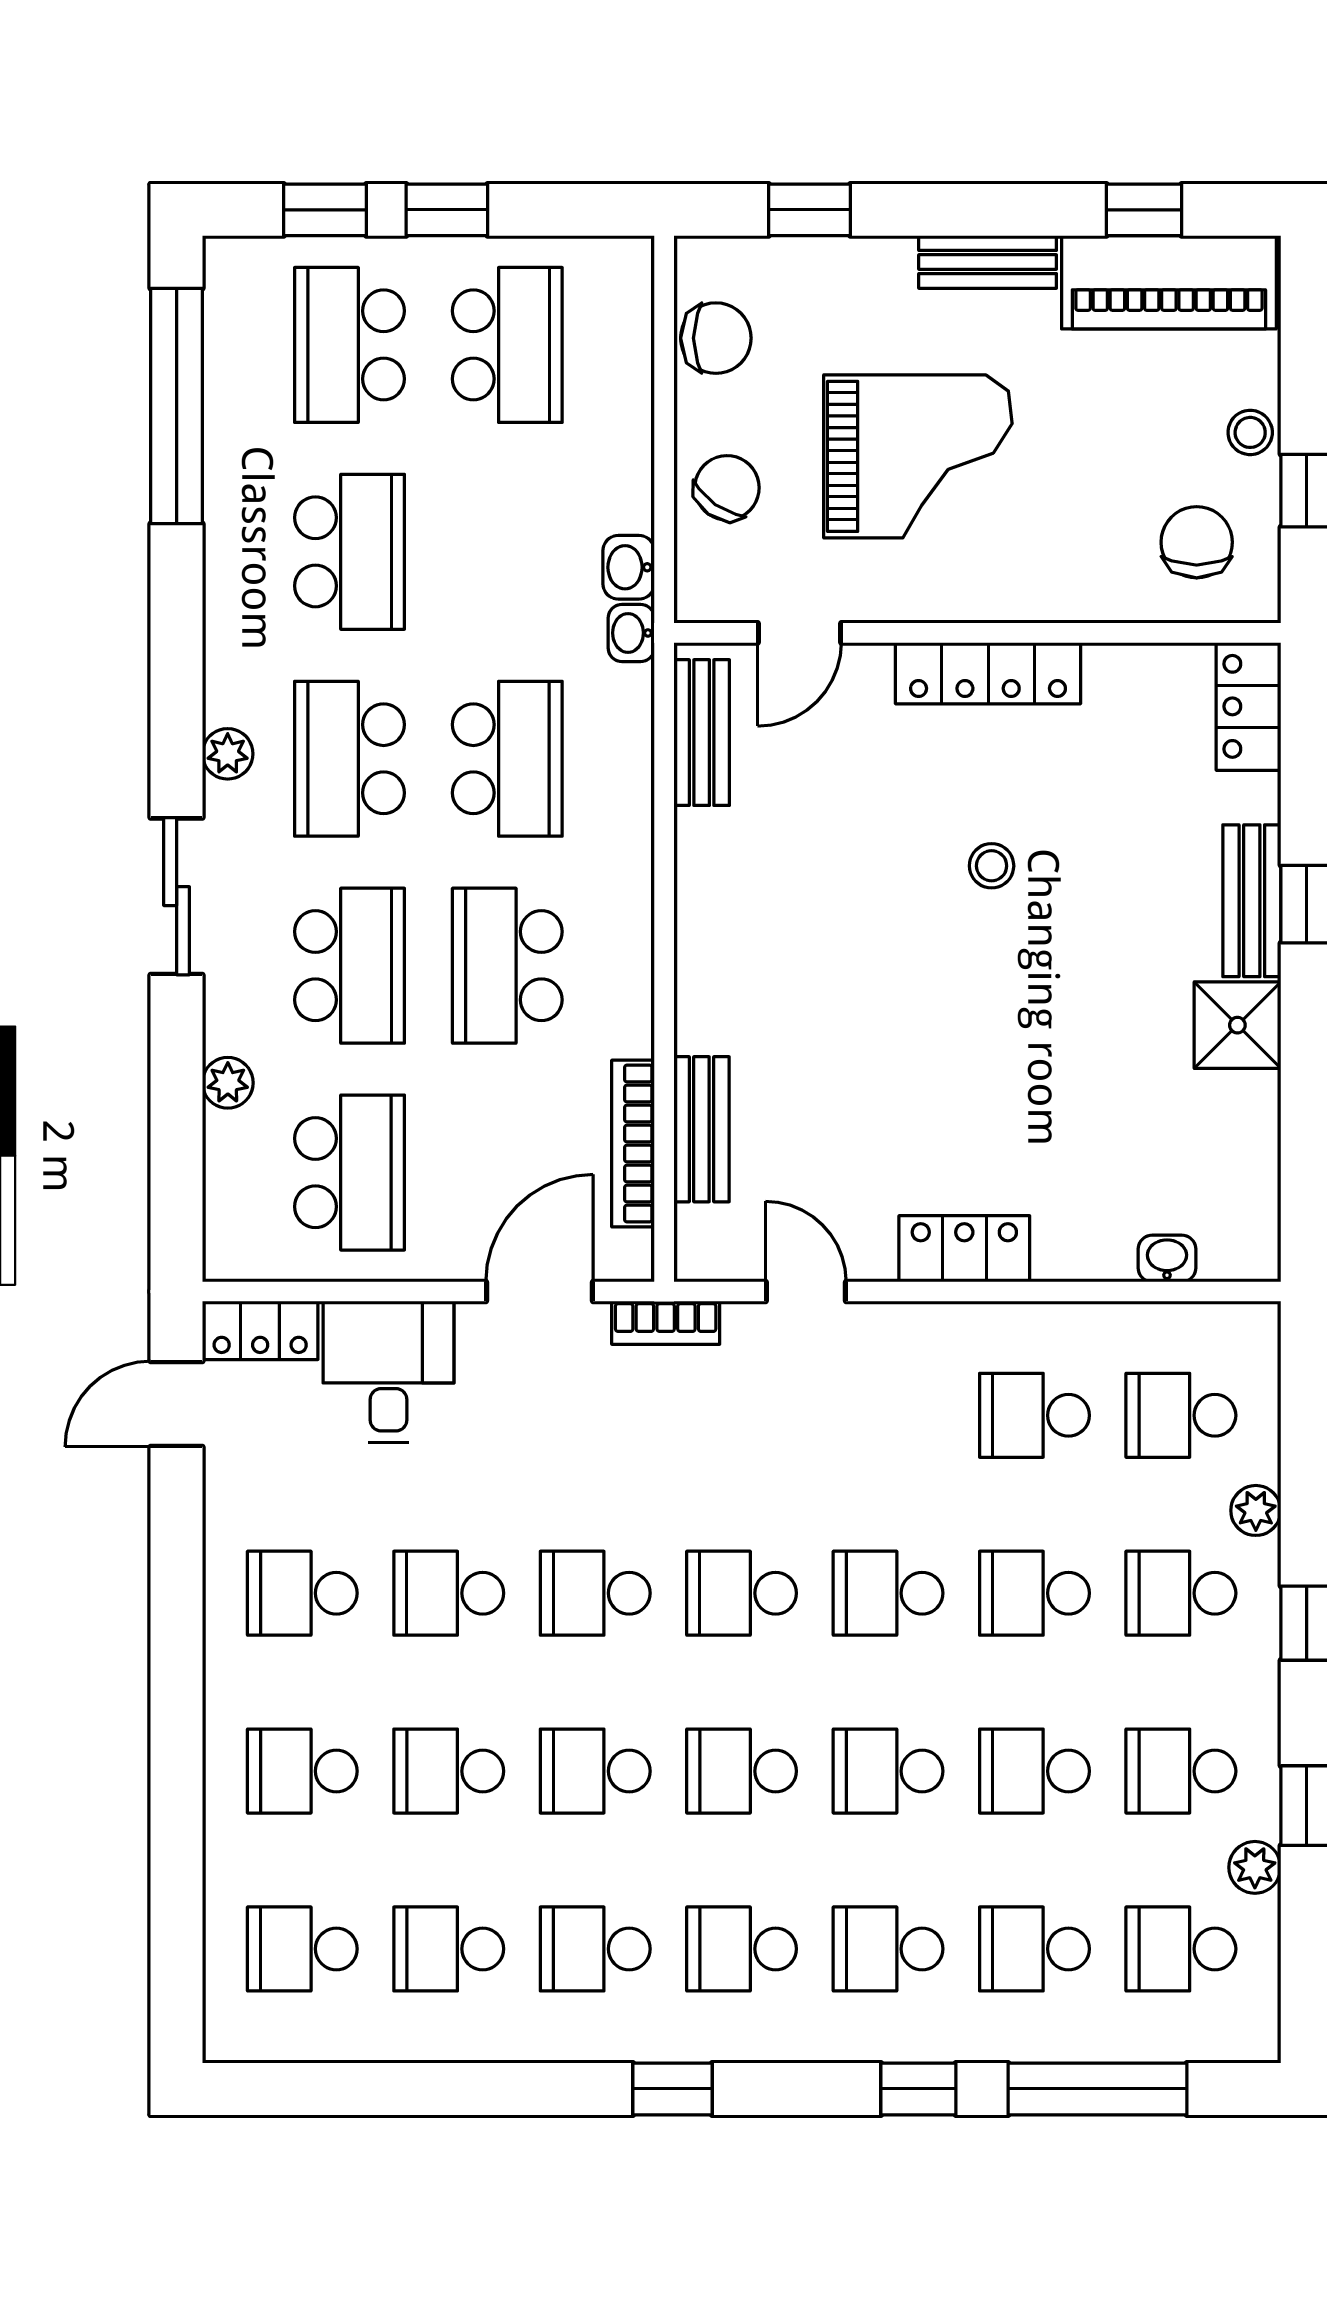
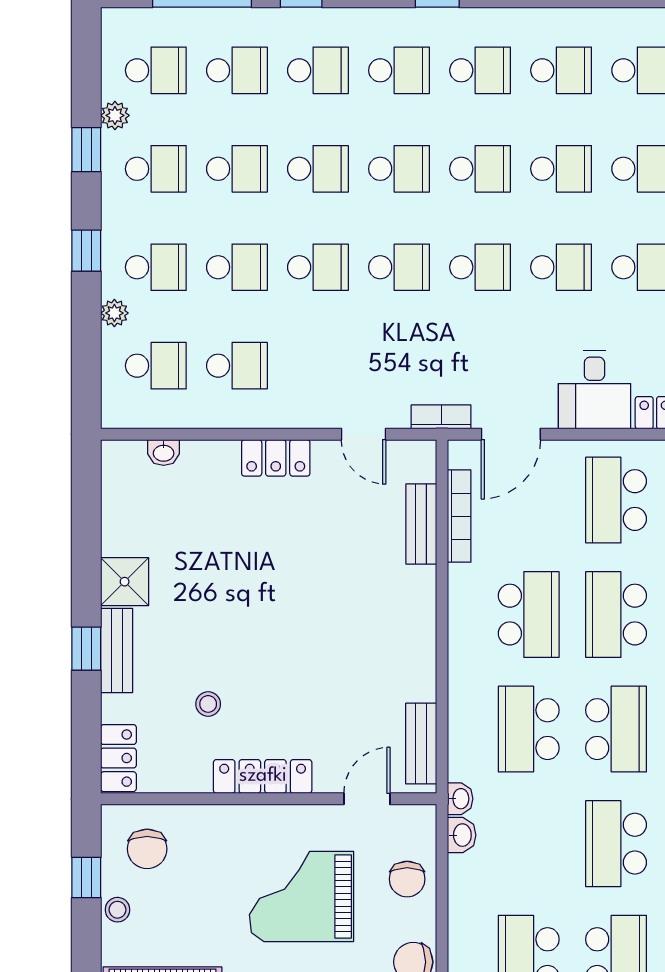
chair: (727, 488) -> (407, 879), turned -35
stool: (992, 866) -> (208, 704), moved

